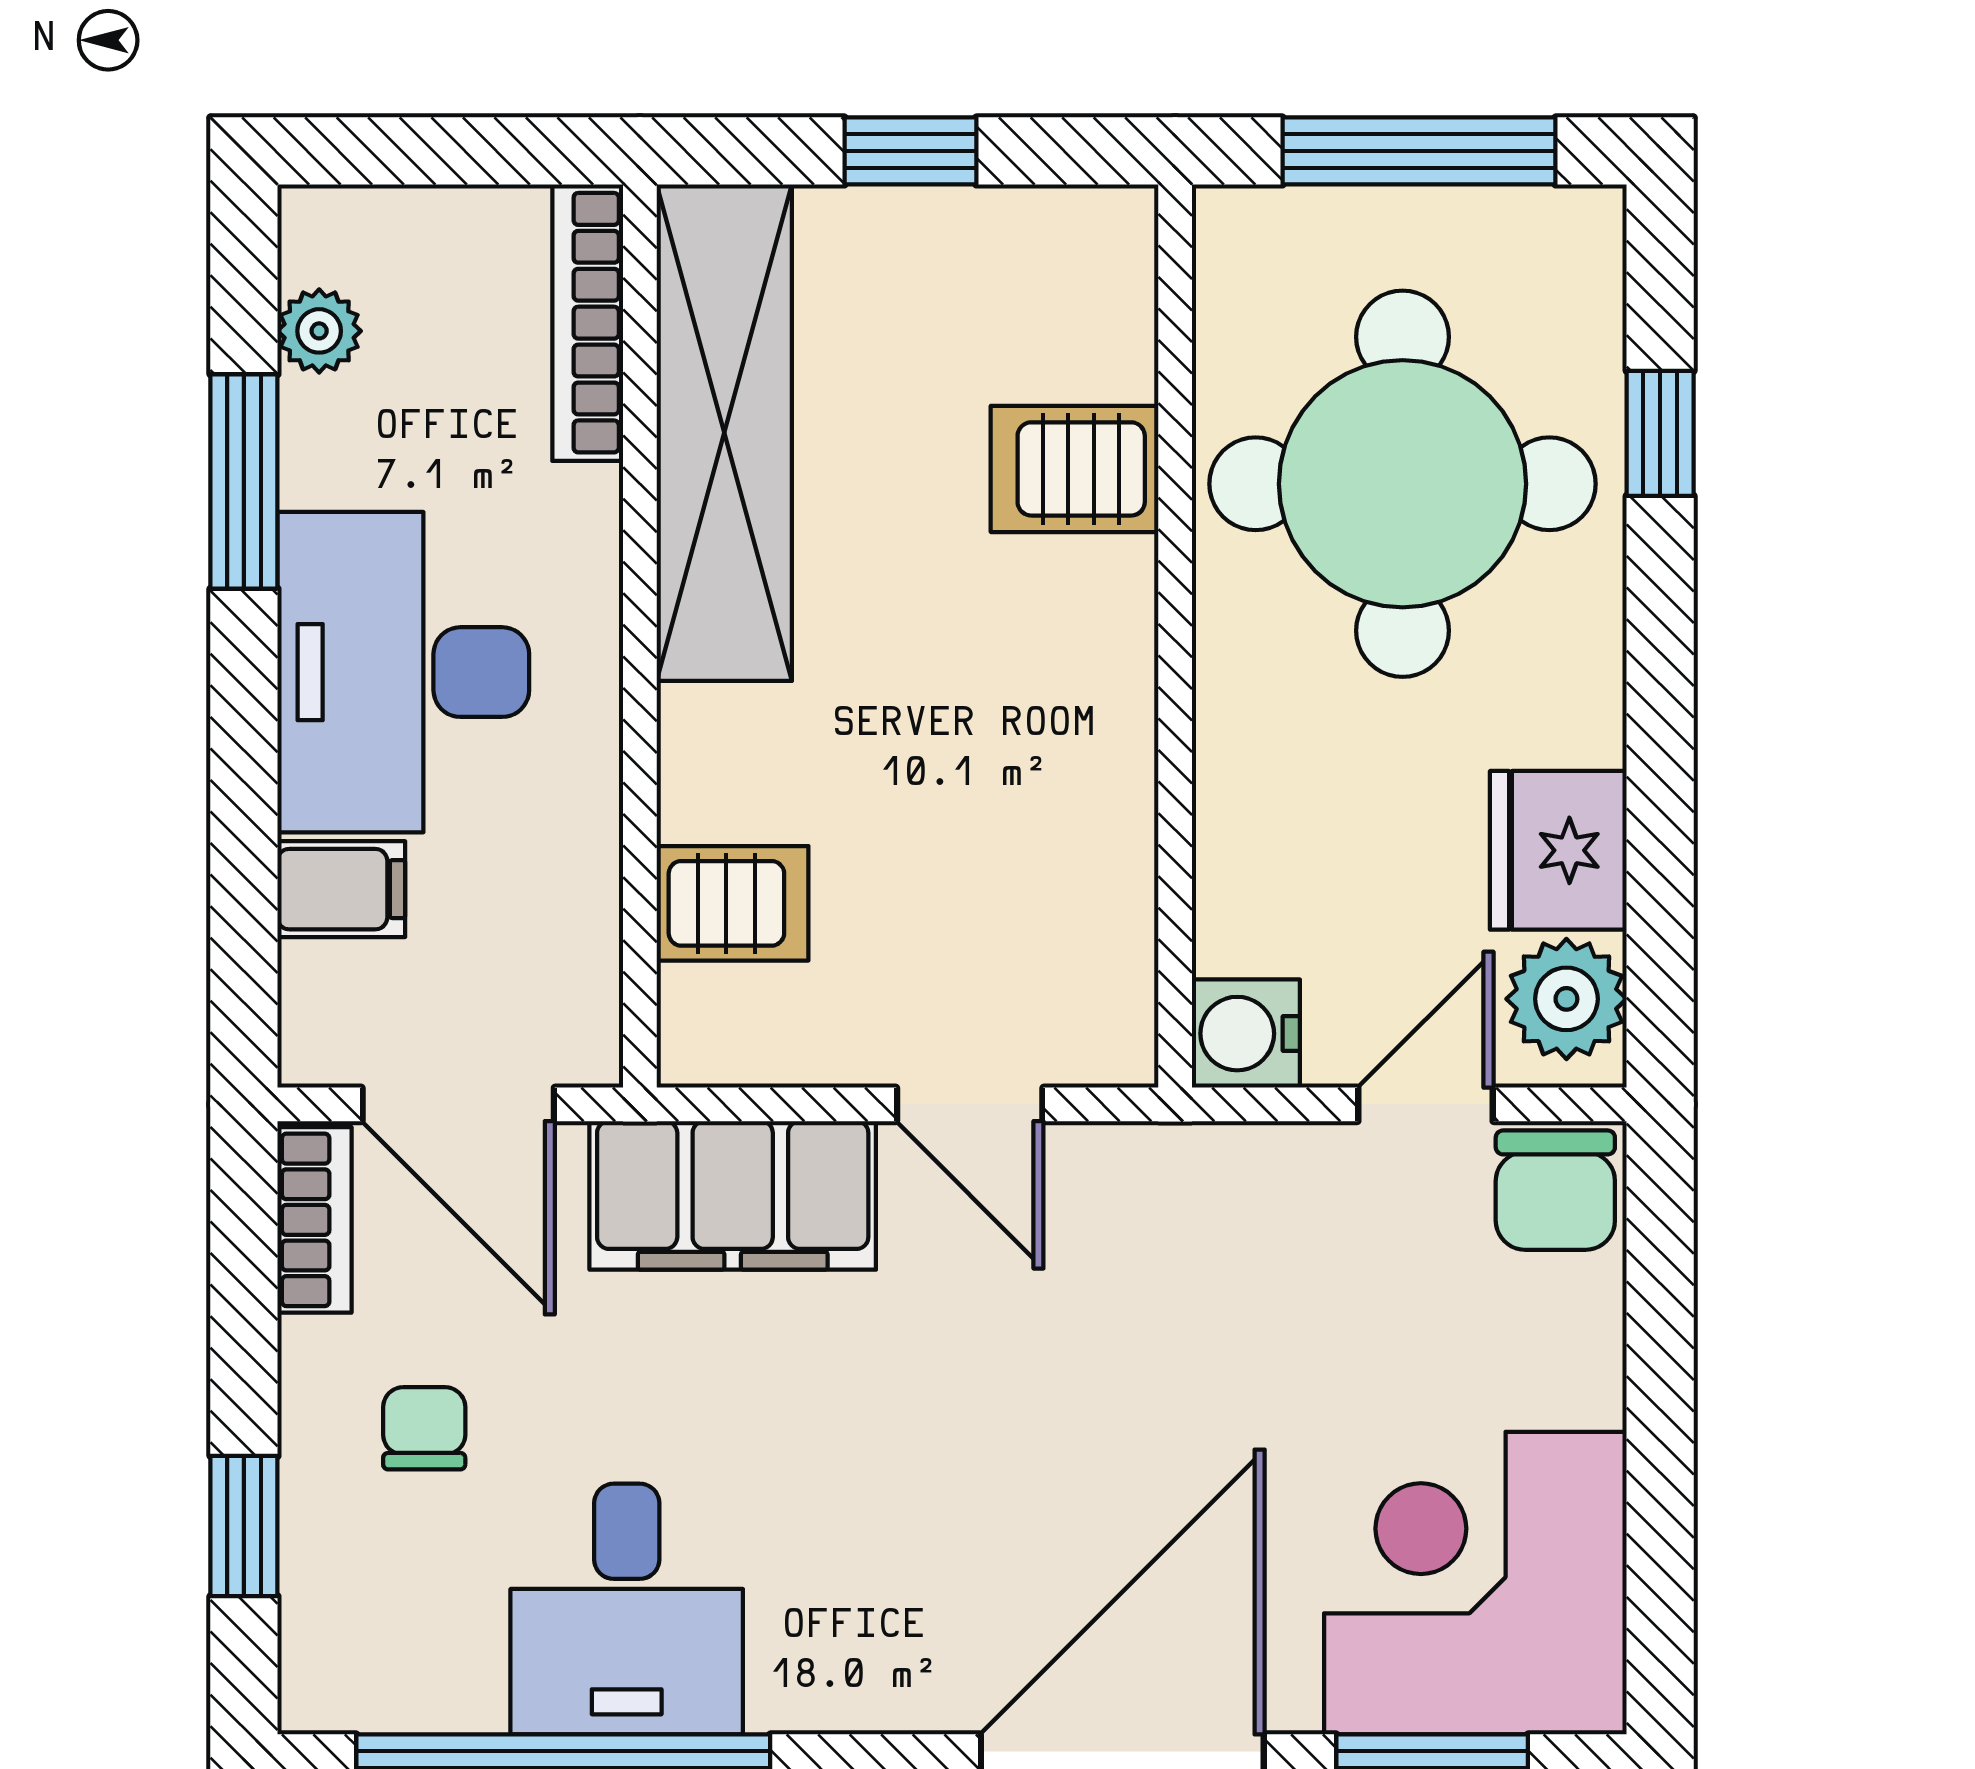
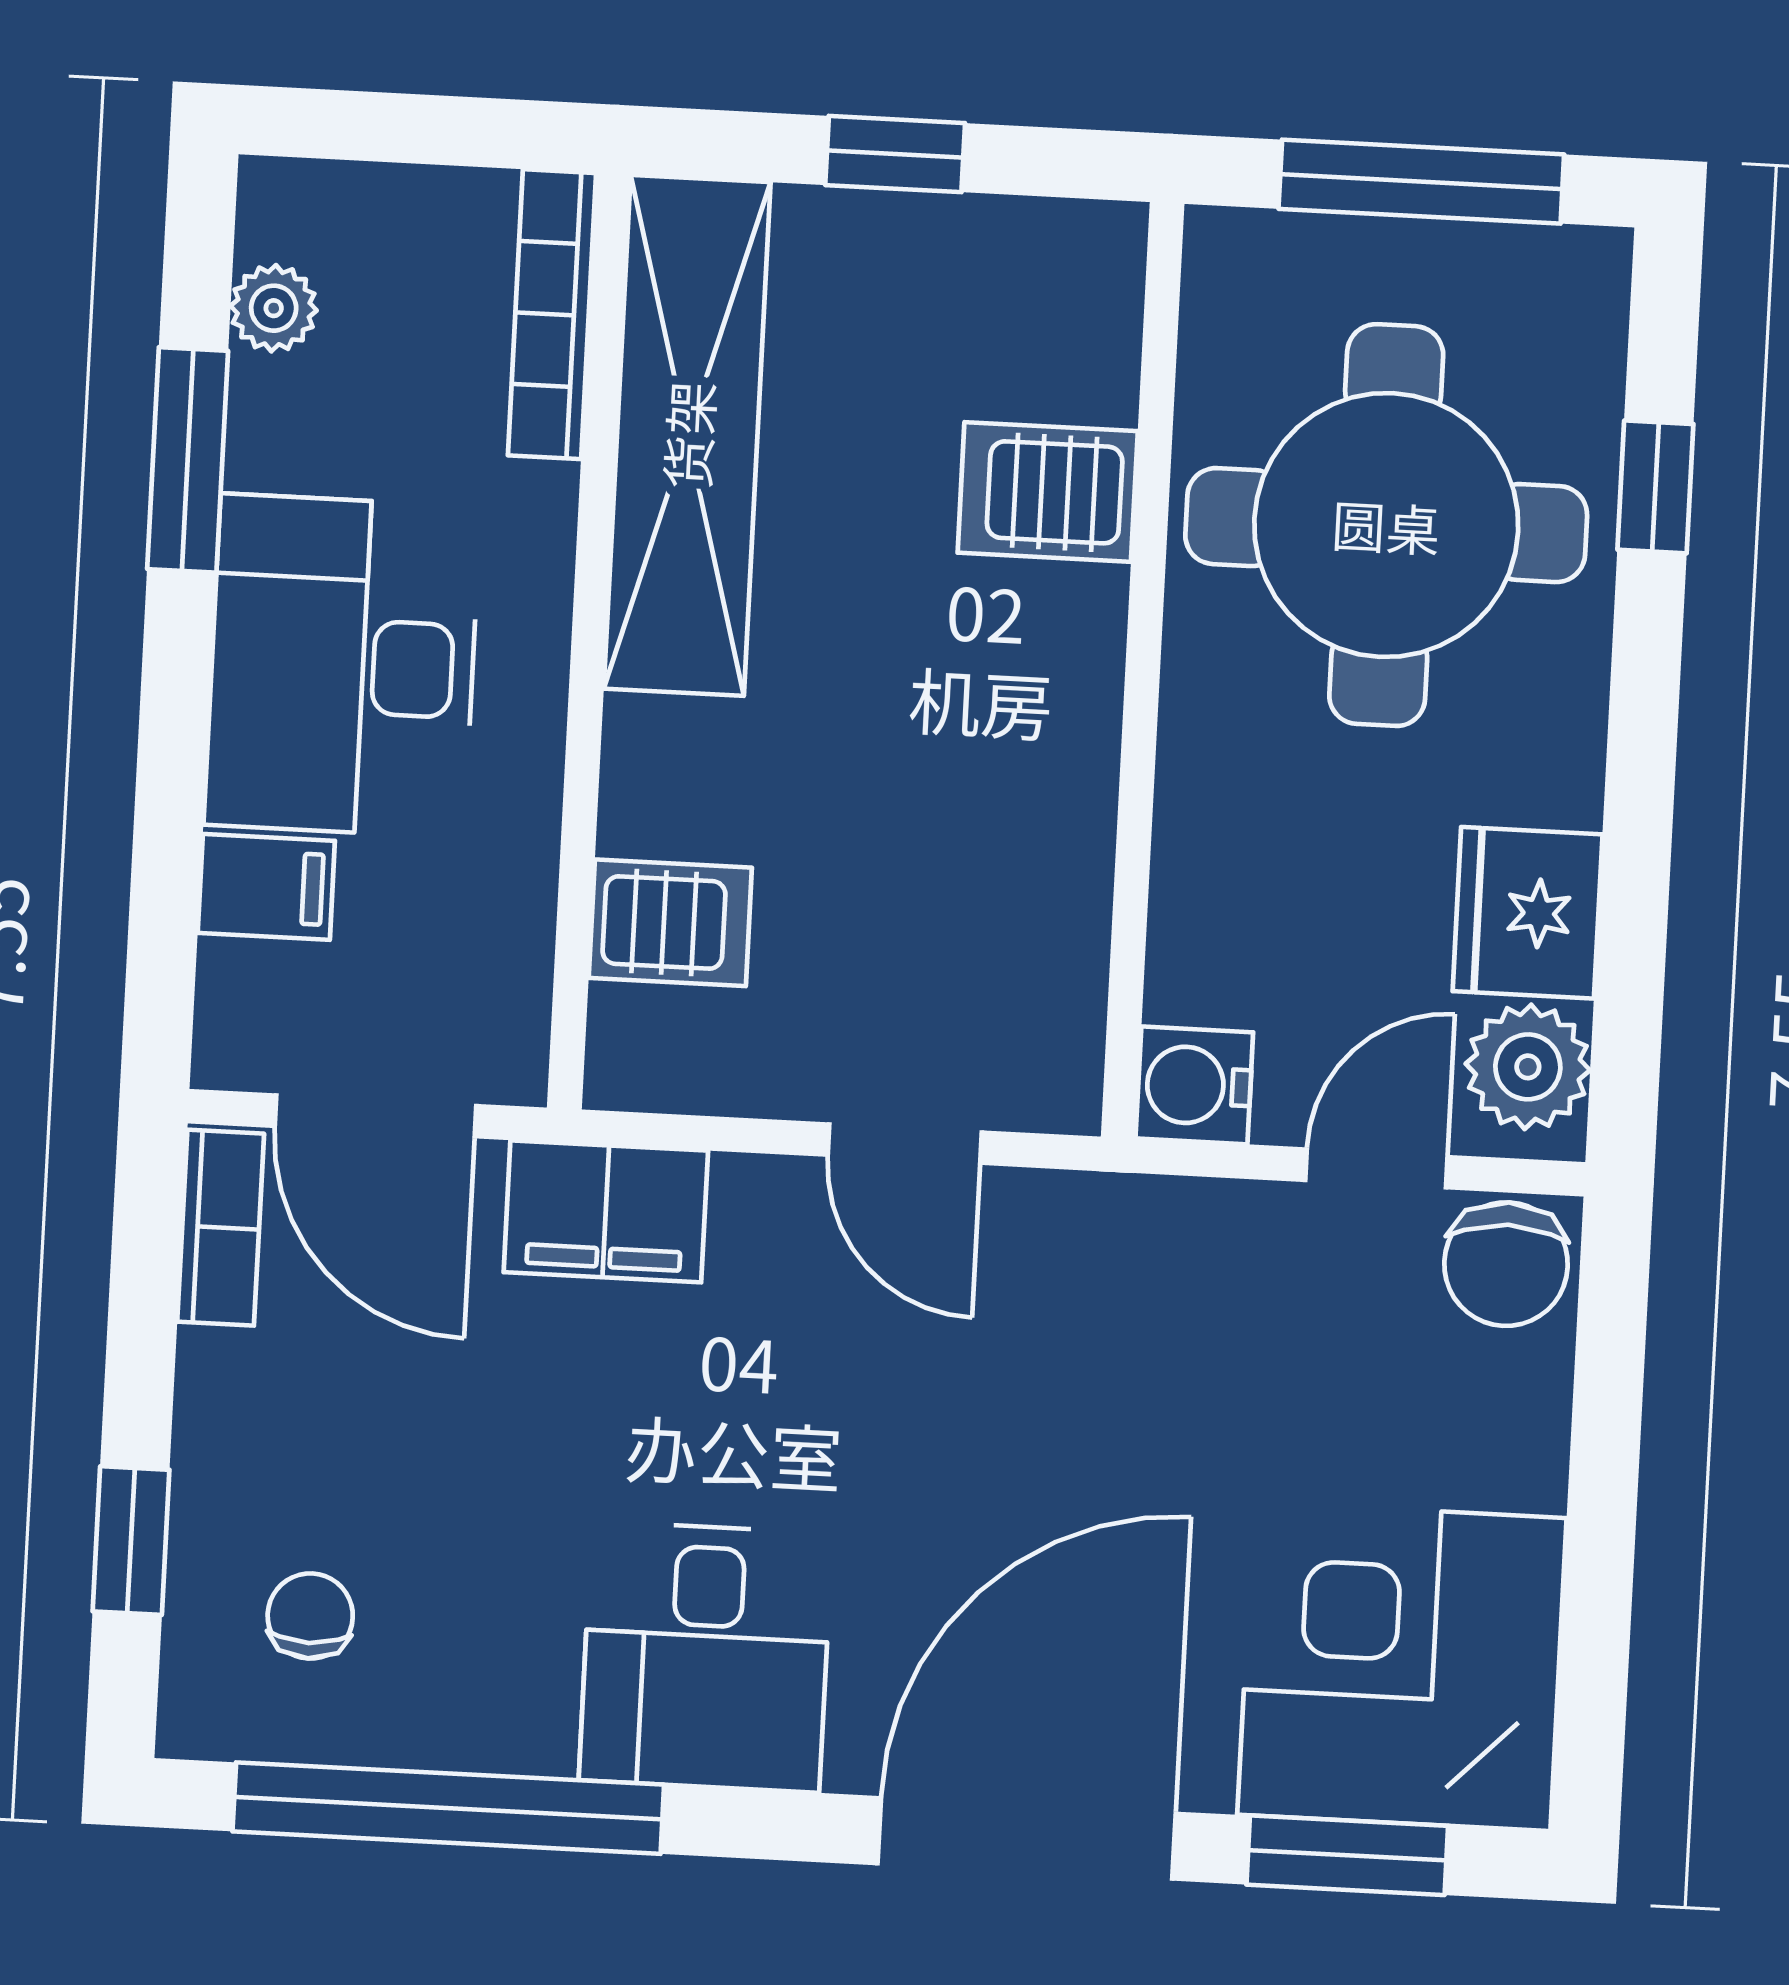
filing cabinet: (733, 1195) -> (606, 1211), width x0.67, depth x0.86
chair: (424, 1428) -> (310, 1616), moved
desk: (627, 1609) -> (706, 1657), moved

